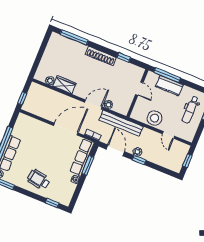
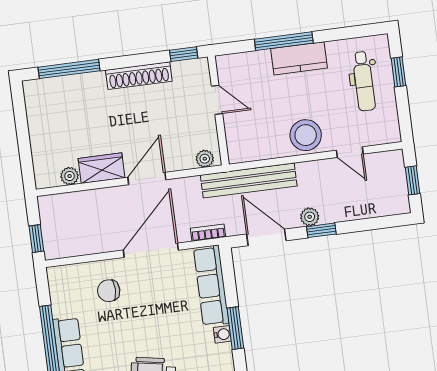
door: (139, 89) -> (217, 100), moved
wall: (137, 93) -> (218, 111), moved
door: (93, 104) -> (147, 178), moved
chair: (40, 136) -> (109, 291), added
window: (88, 165) -> (235, 328), moved

